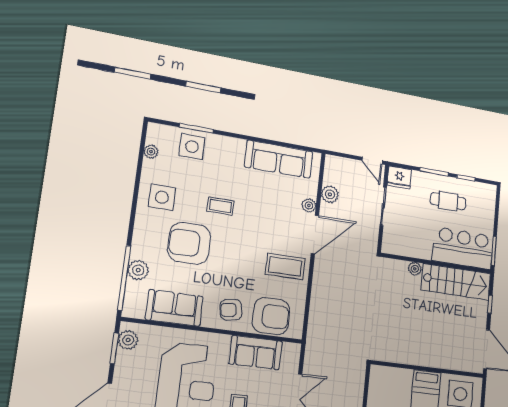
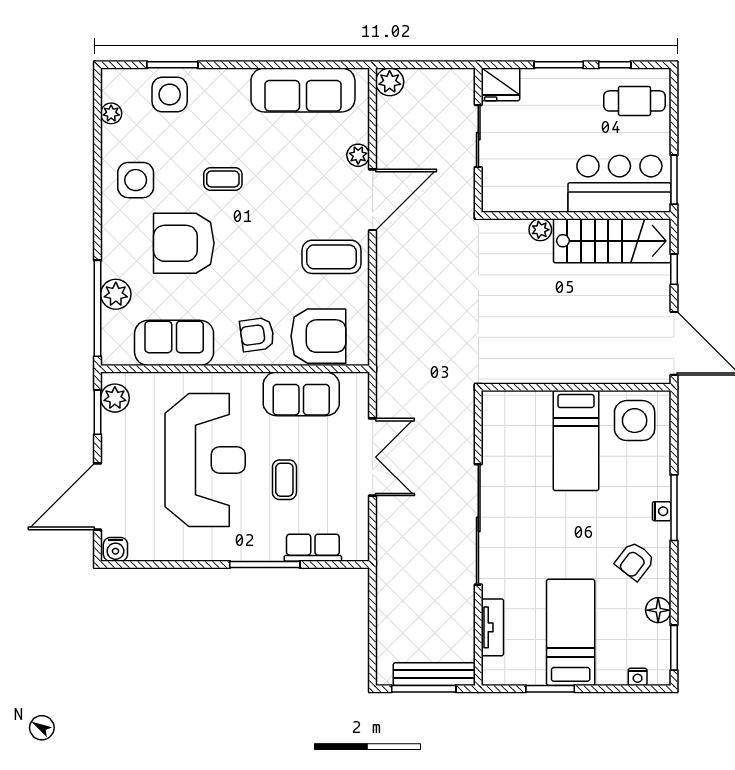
door: (372, 161) -> (453, 65), removed
plant: (330, 194) -> (390, 82), moved
cafe table: (448, 201) -> (634, 101), moved

